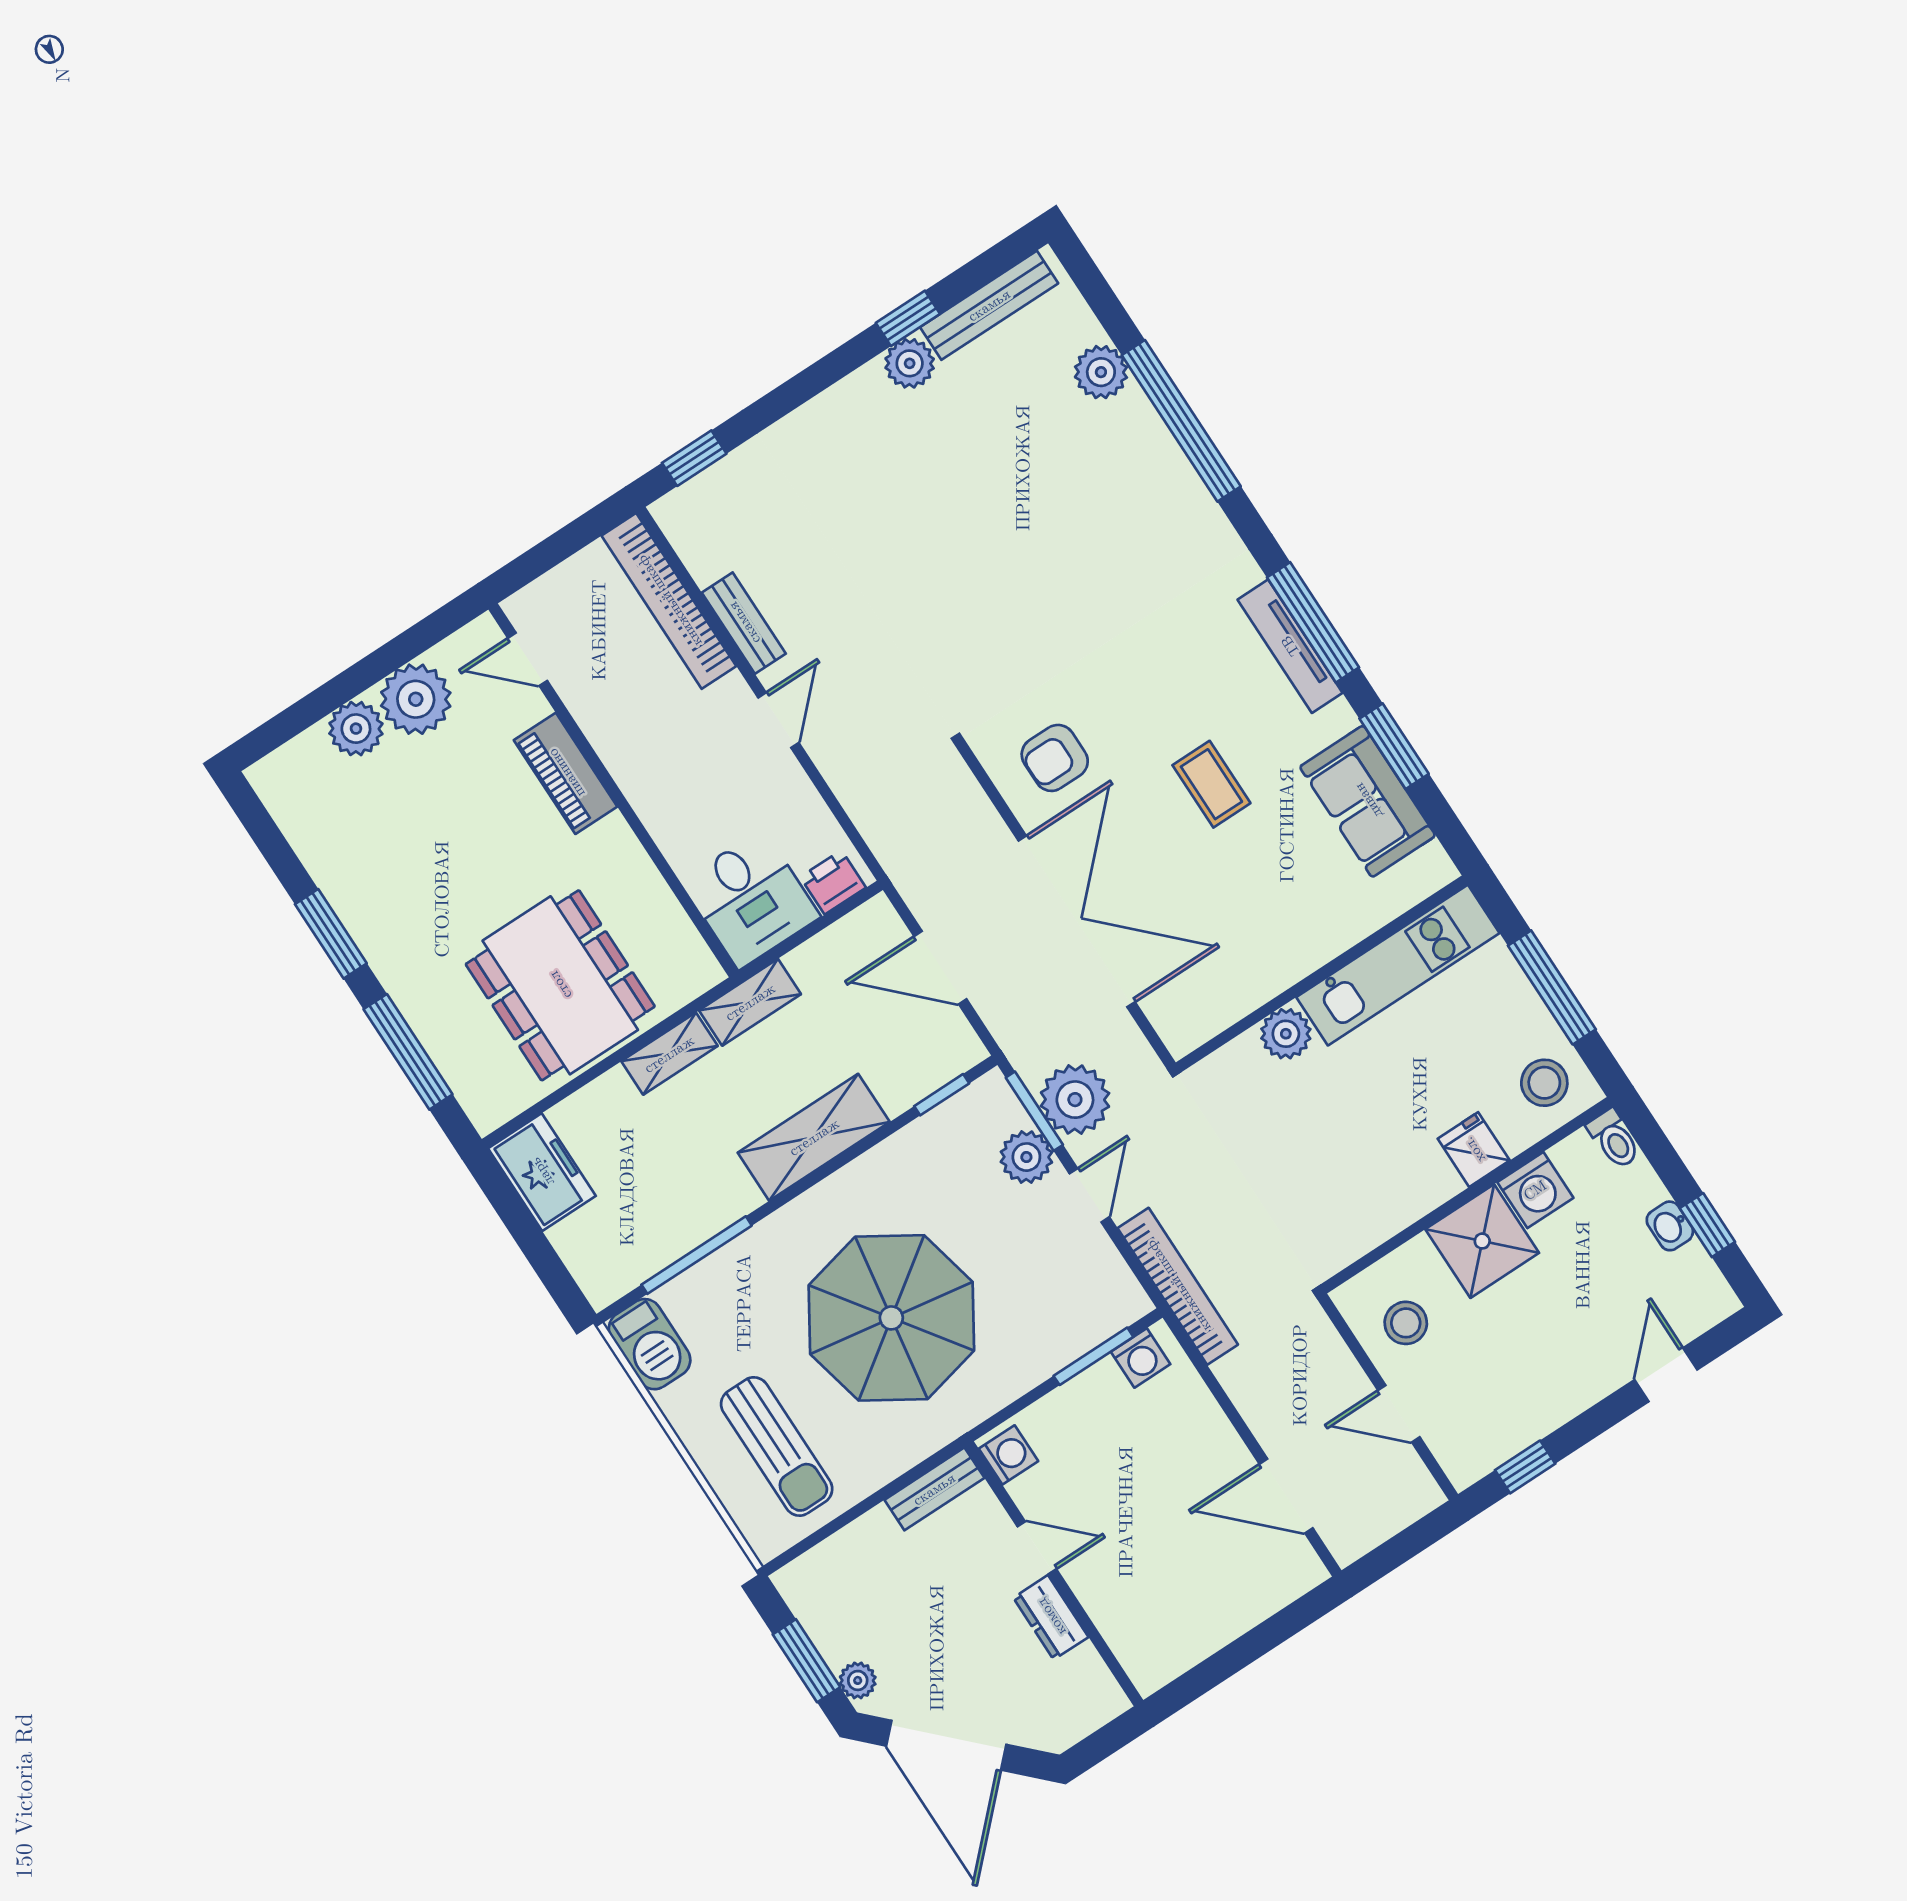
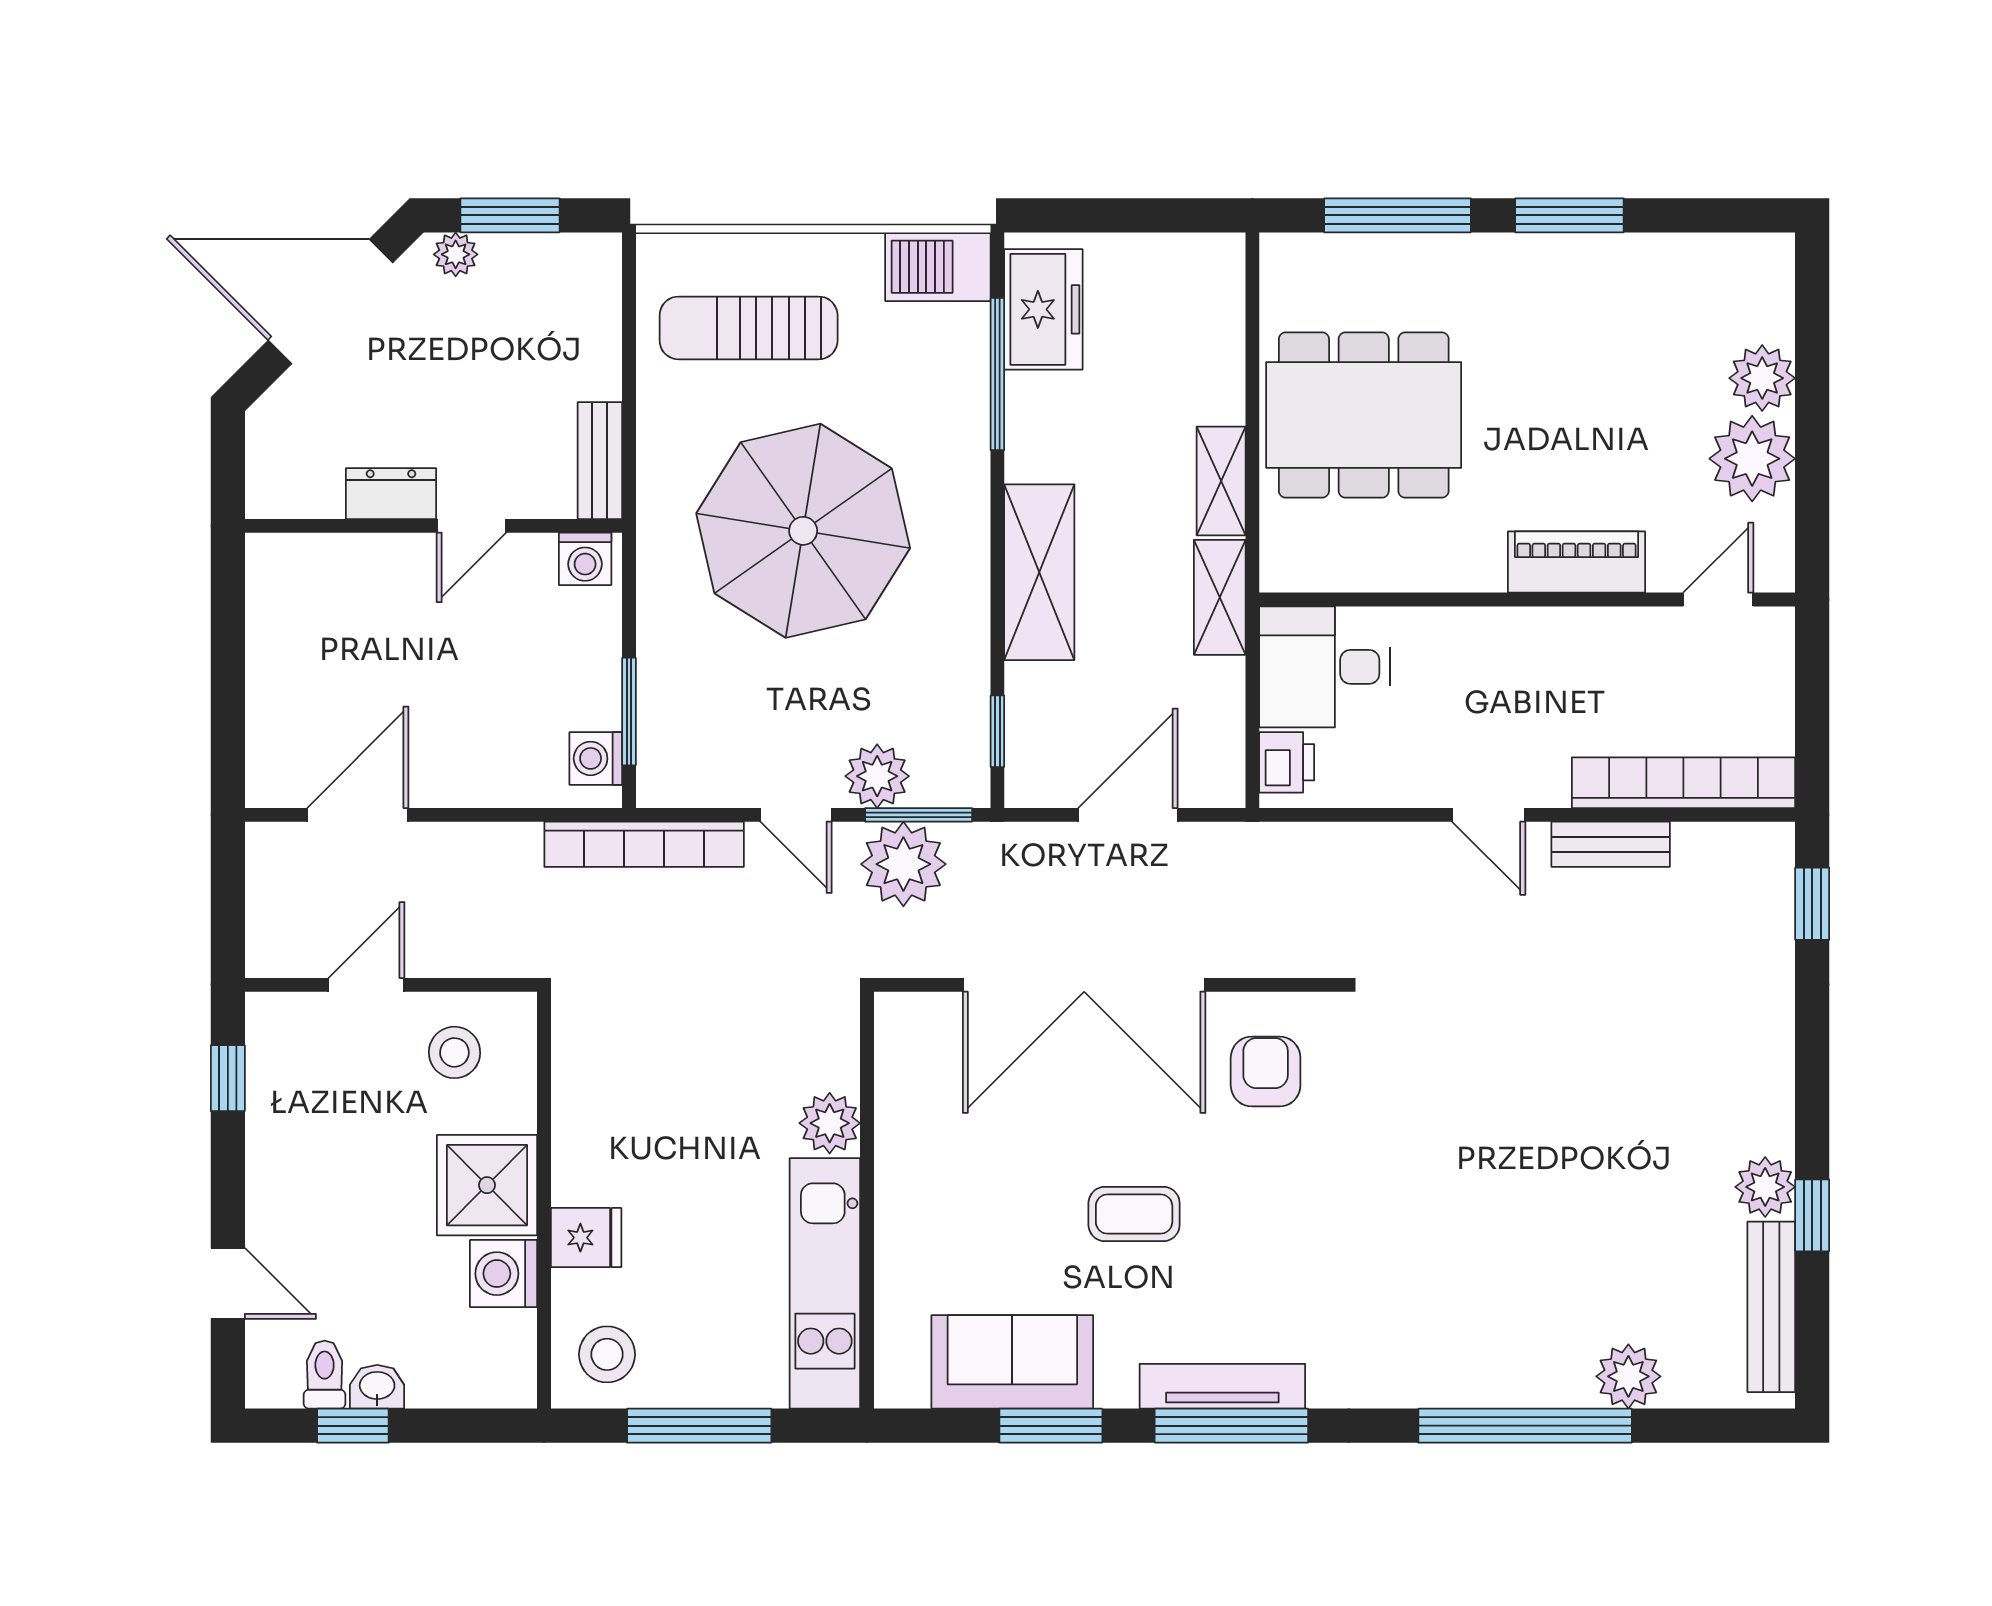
toilet: (1614, 1139) -> (325, 1375), moved, turned 90
freezer: (542, 1172) -> (1043, 309), moved, turned -90

